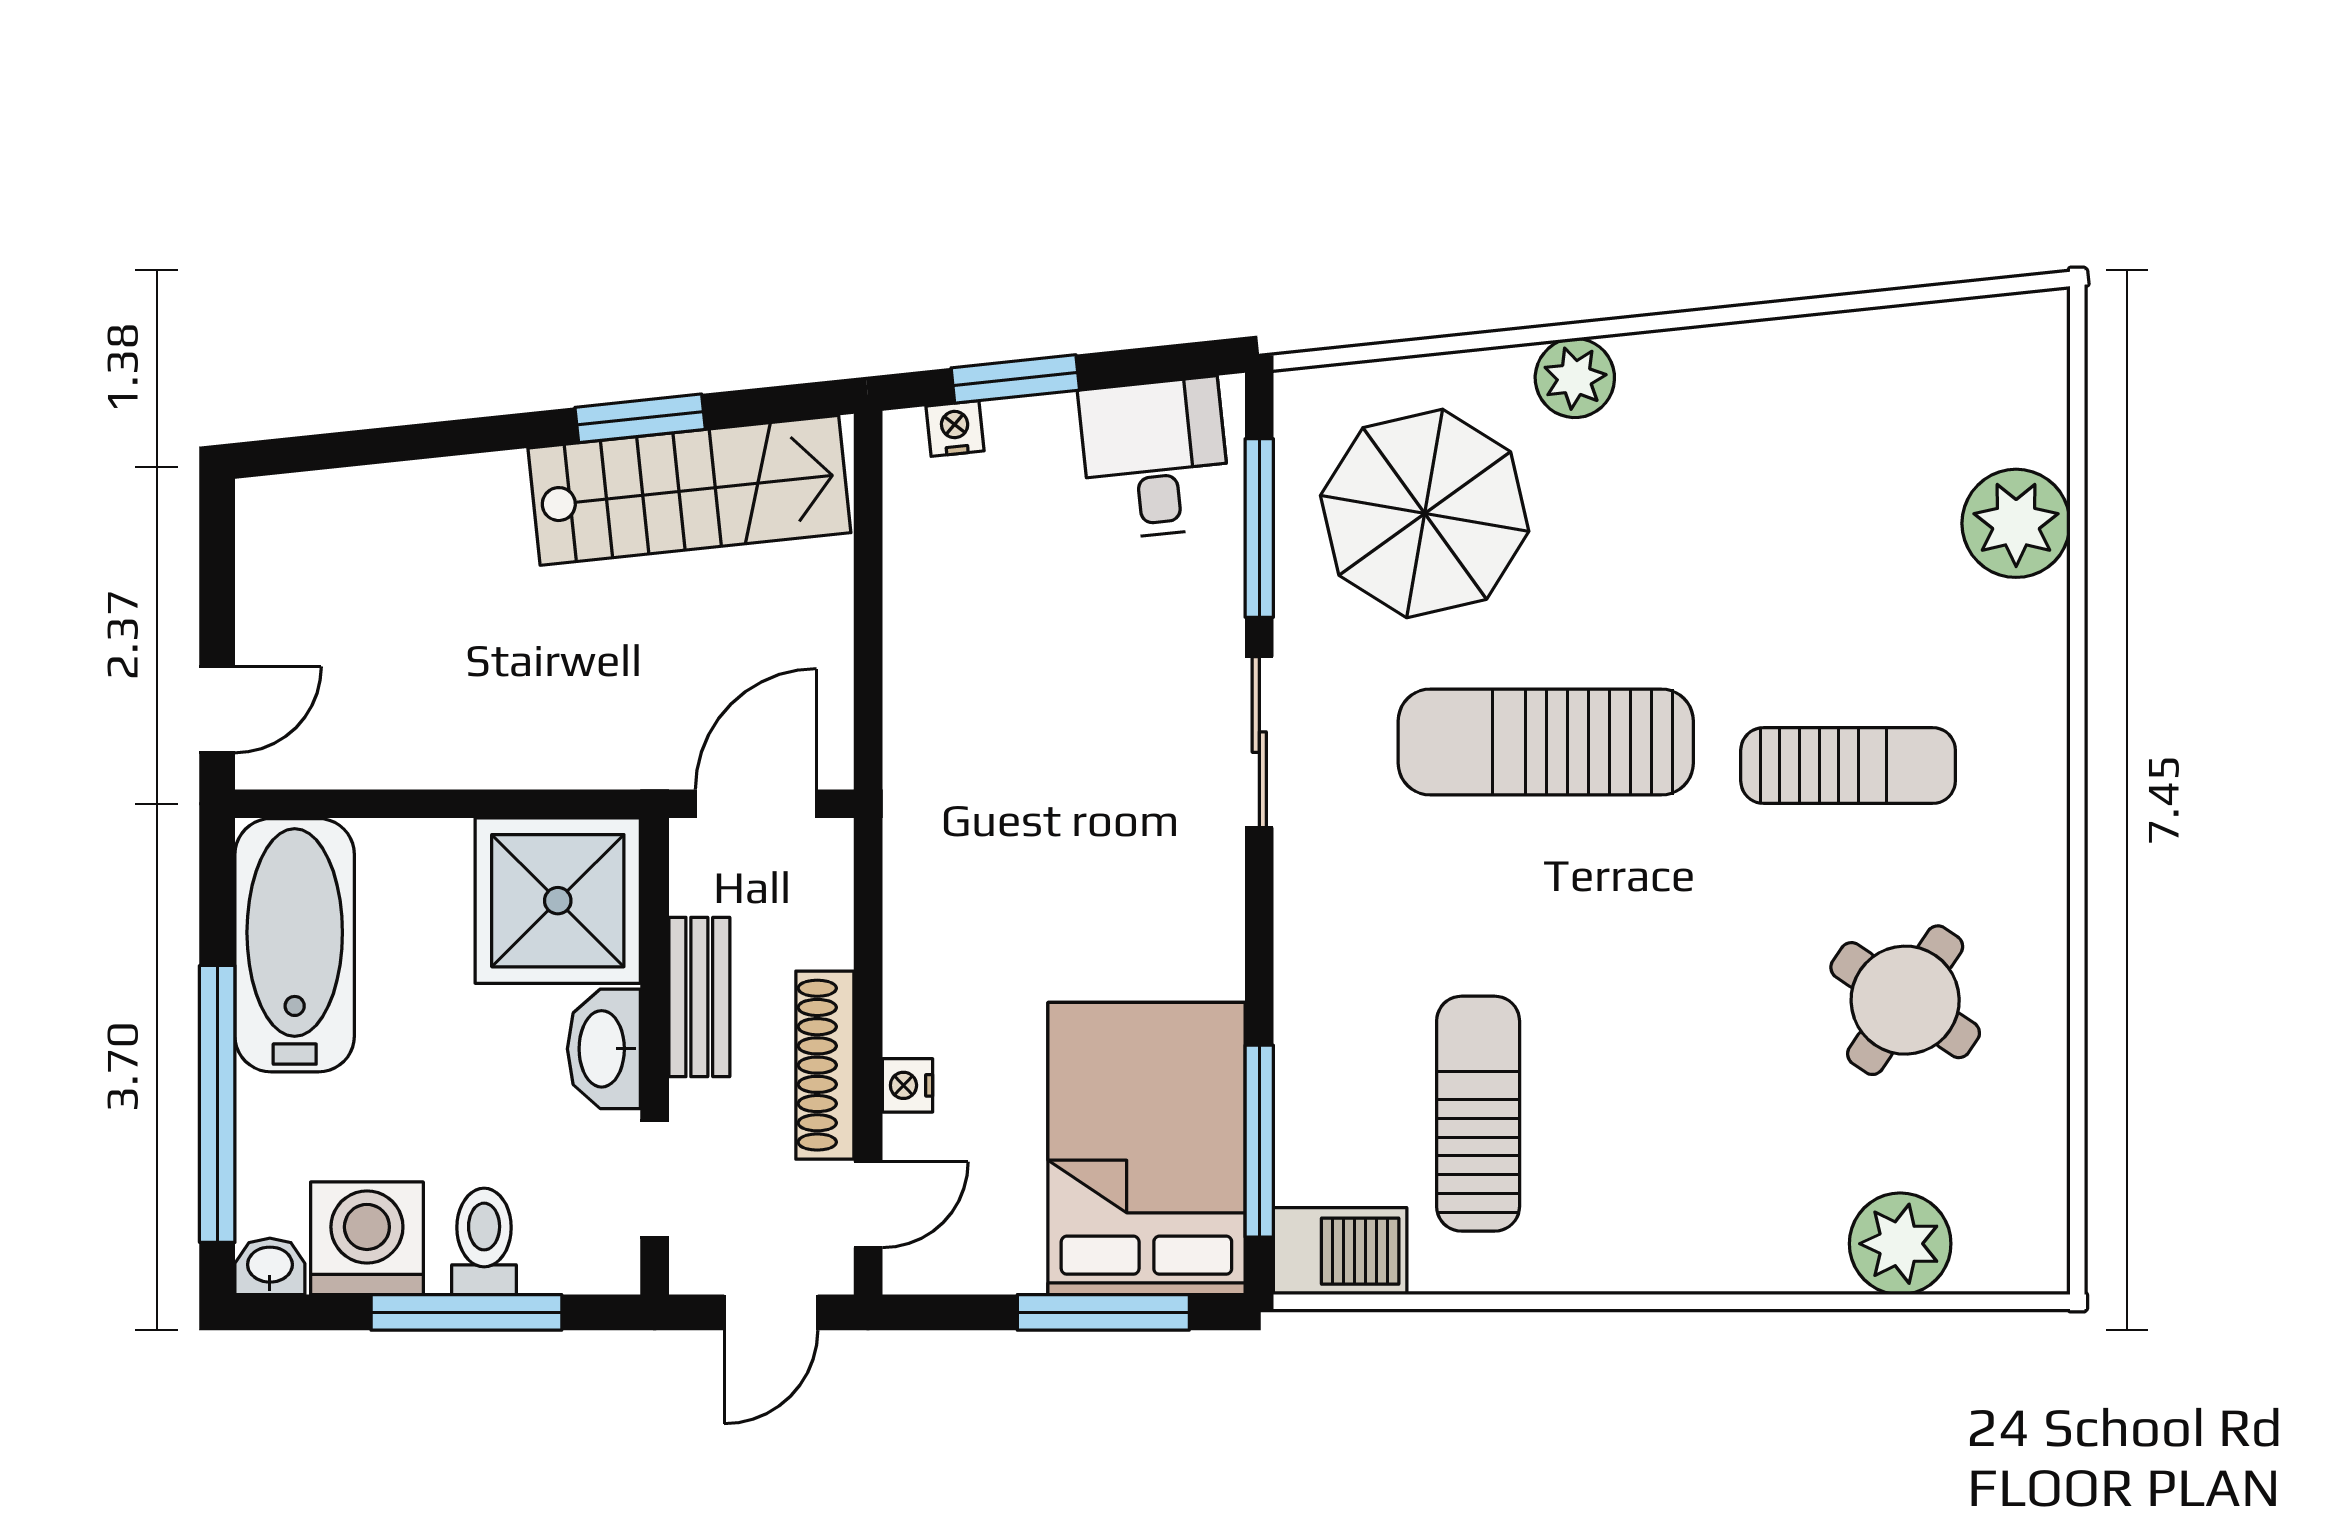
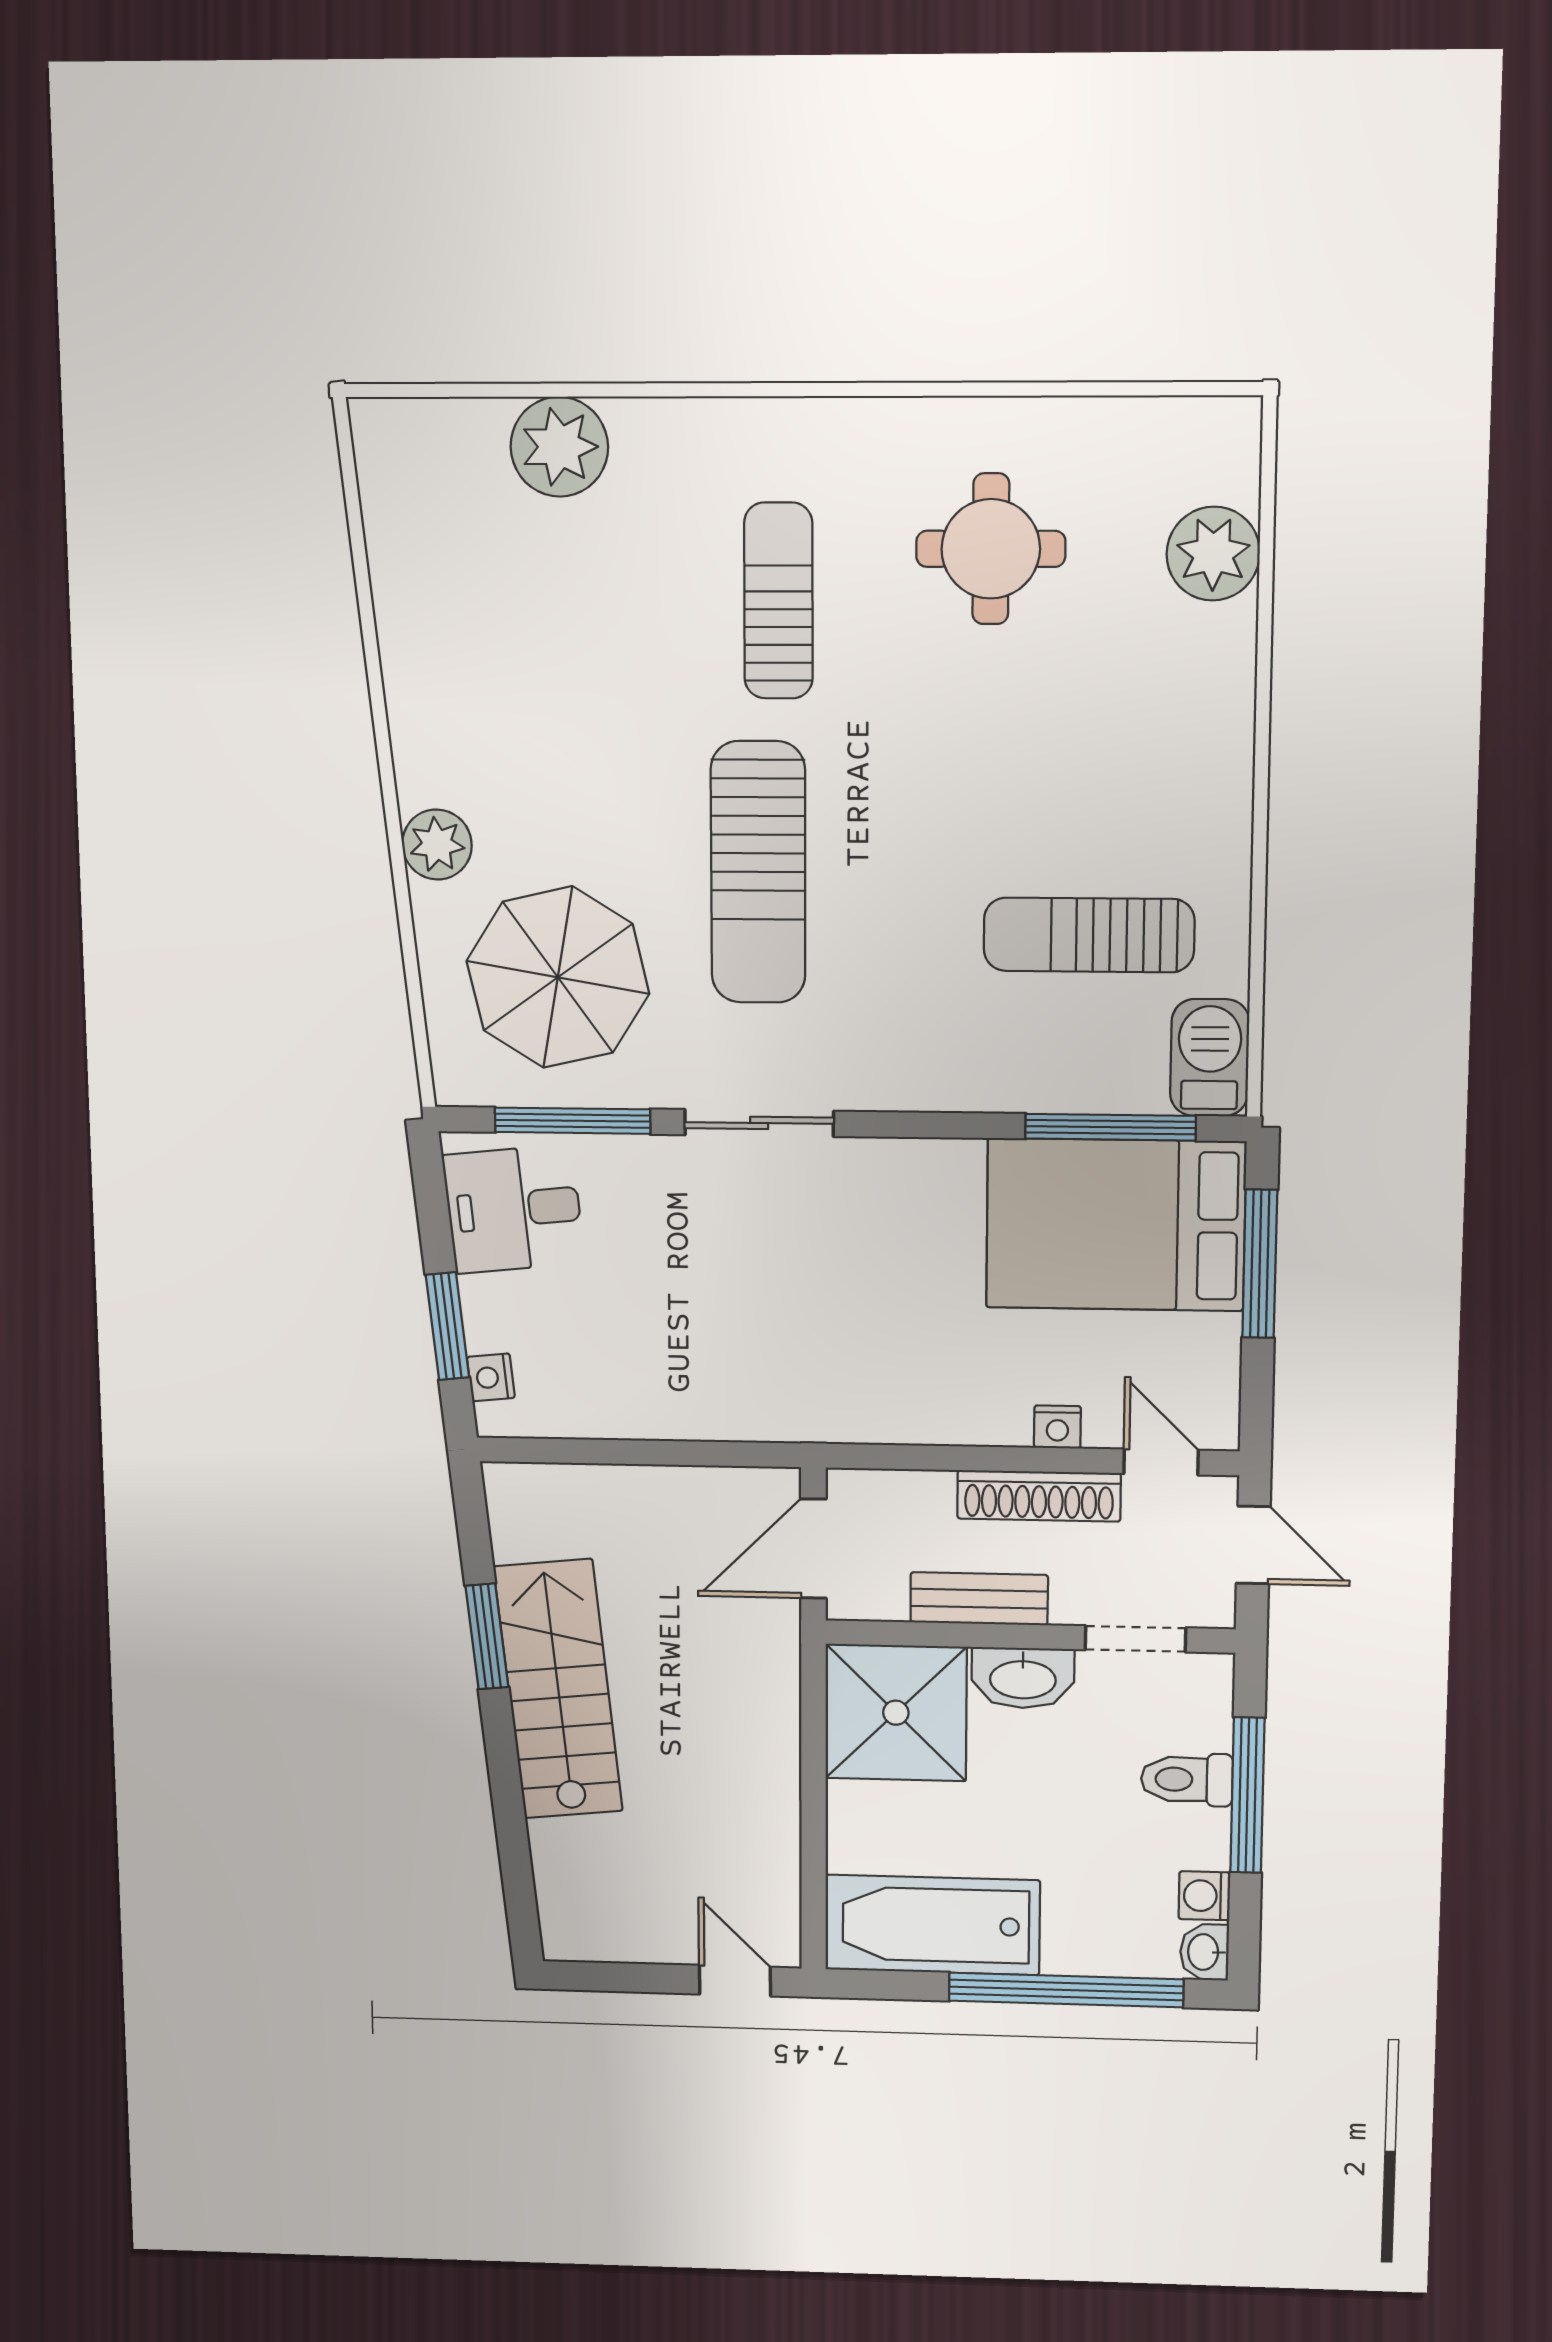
stairs: (689, 490) -> (558, 1689), moved
door: (756, 804) -> (813, 1549), hinge flipped
round table: (1905, 1000) -> (991, 549), turned -34
washing machine: (367, 1238) -> (1204, 1896), width x0.53, depth x0.53

